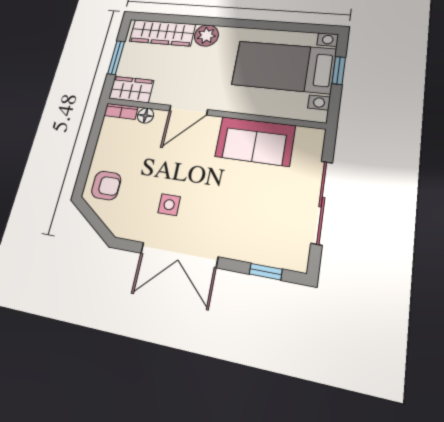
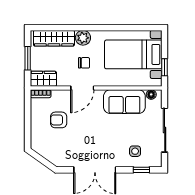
window: (339, 70) -> (165, 67), moved
chair: (200, 72) -> (84, 63), added
floor lamp: (146, 116) -> (151, 94), moved
armchair: (106, 186) -> (59, 120), moved, turned 180
side table: (169, 205) -> (135, 151), moved

